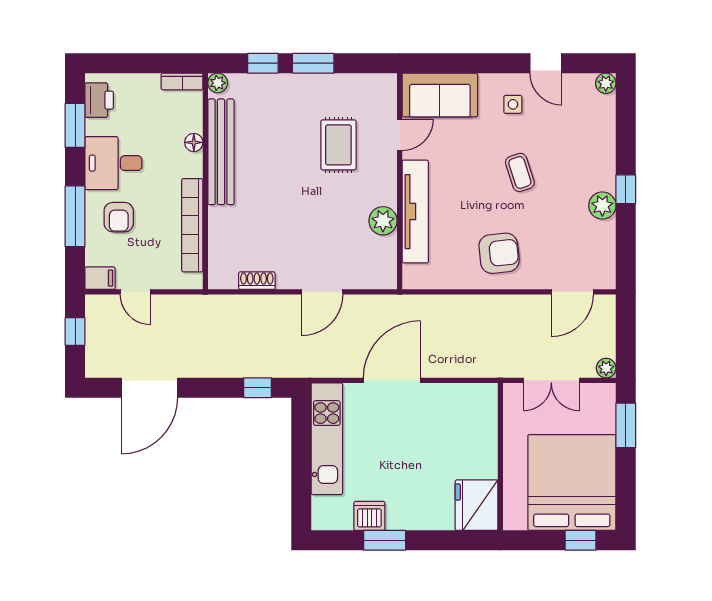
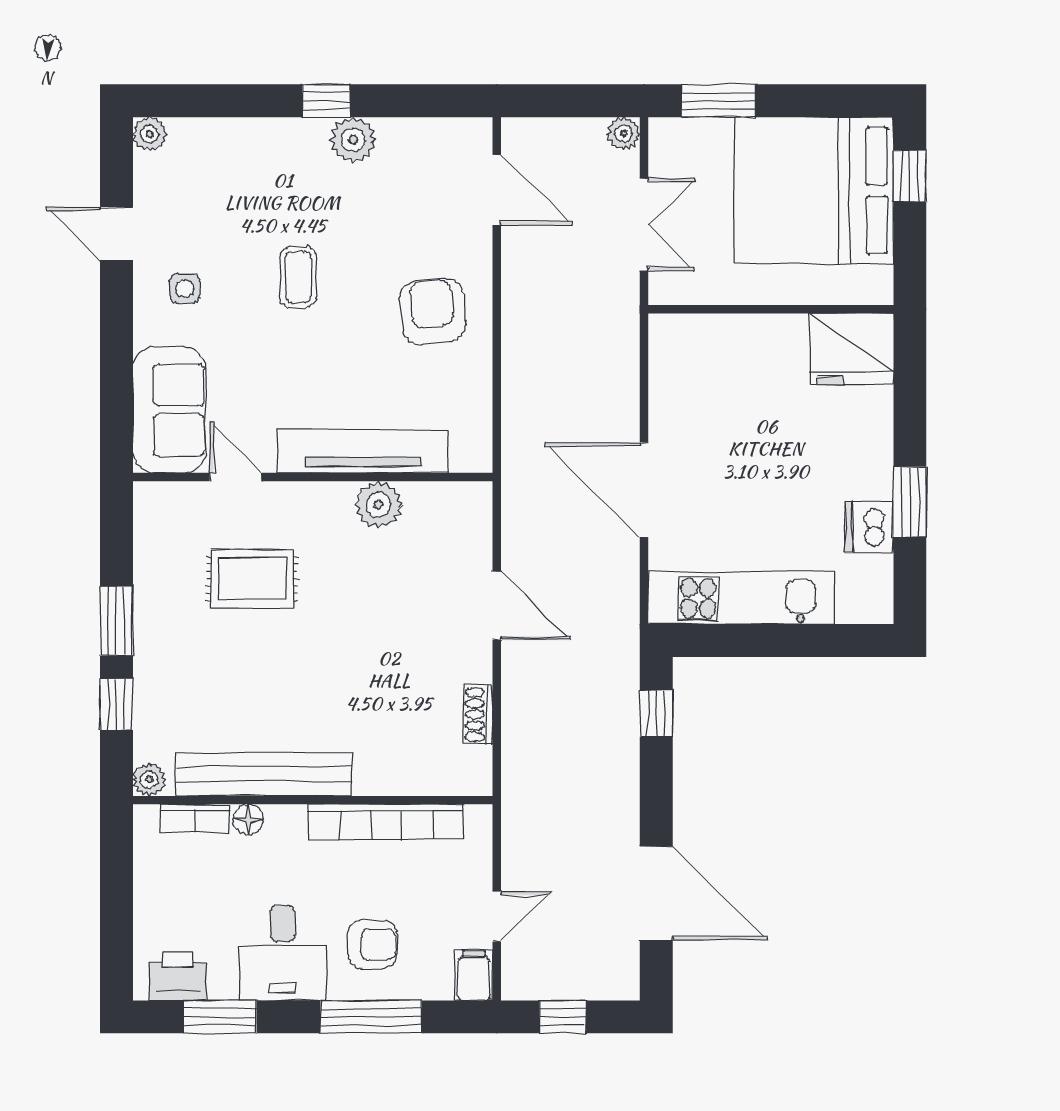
door: (546, 63) -> (116, 234), swing flipped
bookcase: (182, 81) -> (195, 818), moved, turned 90
coffee table: (520, 172) -> (298, 277), turned -72

